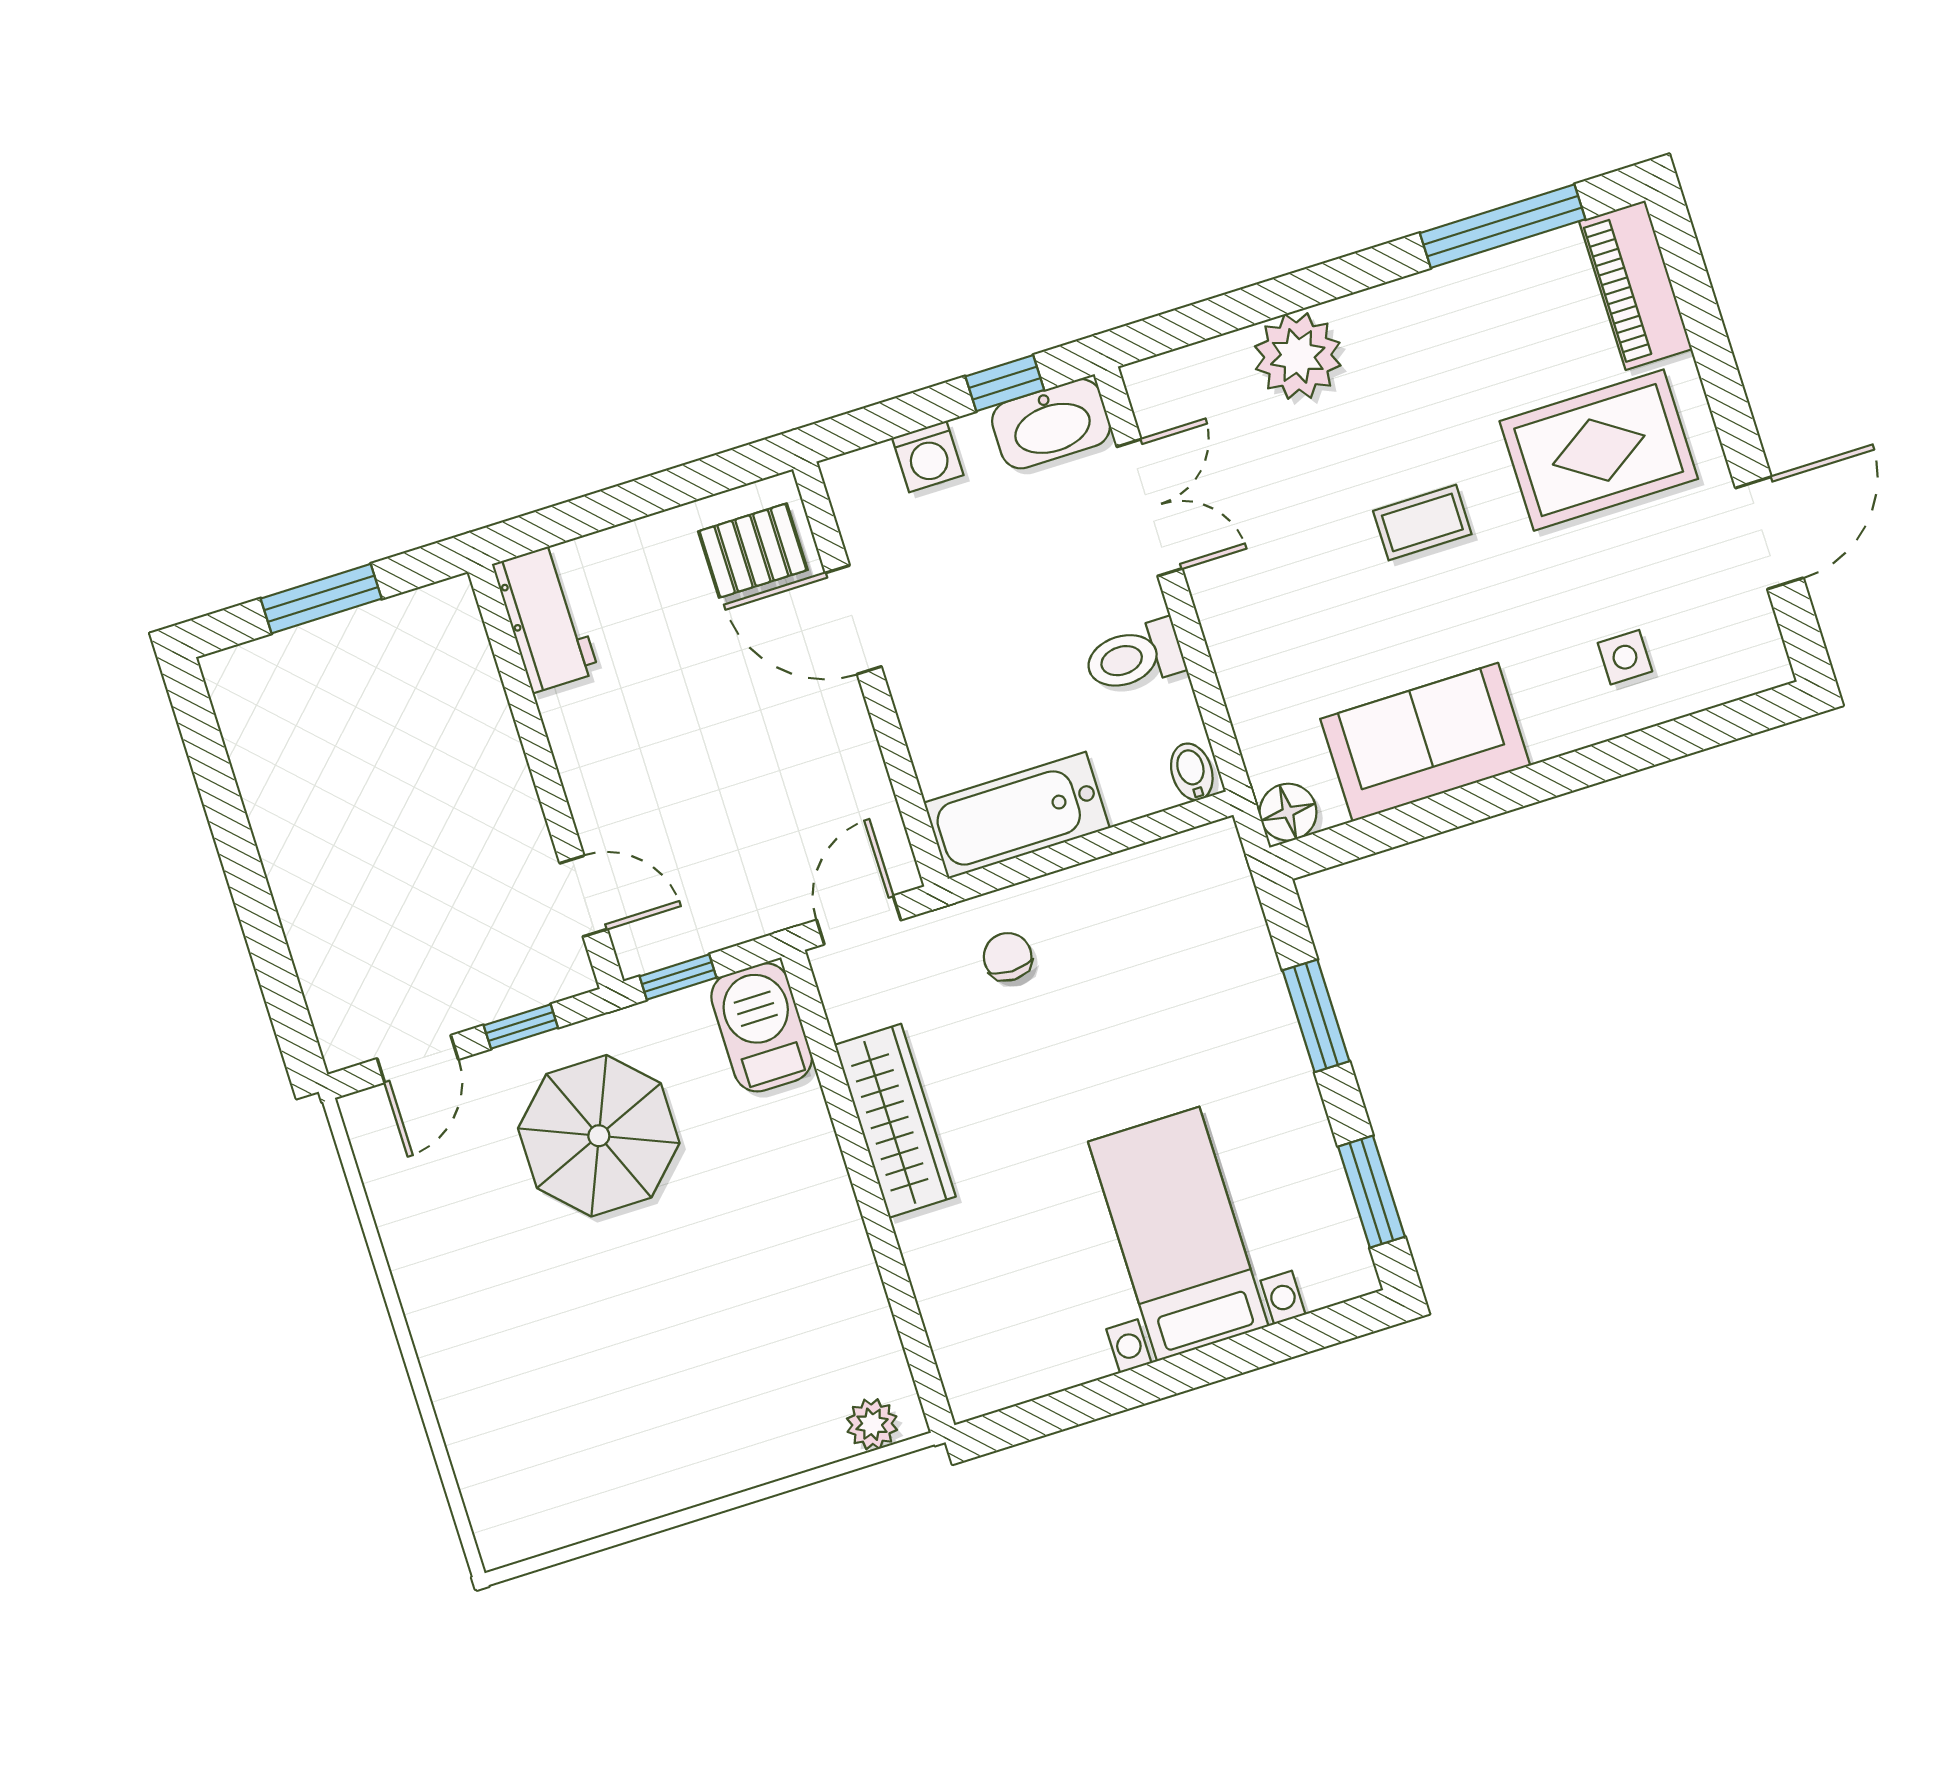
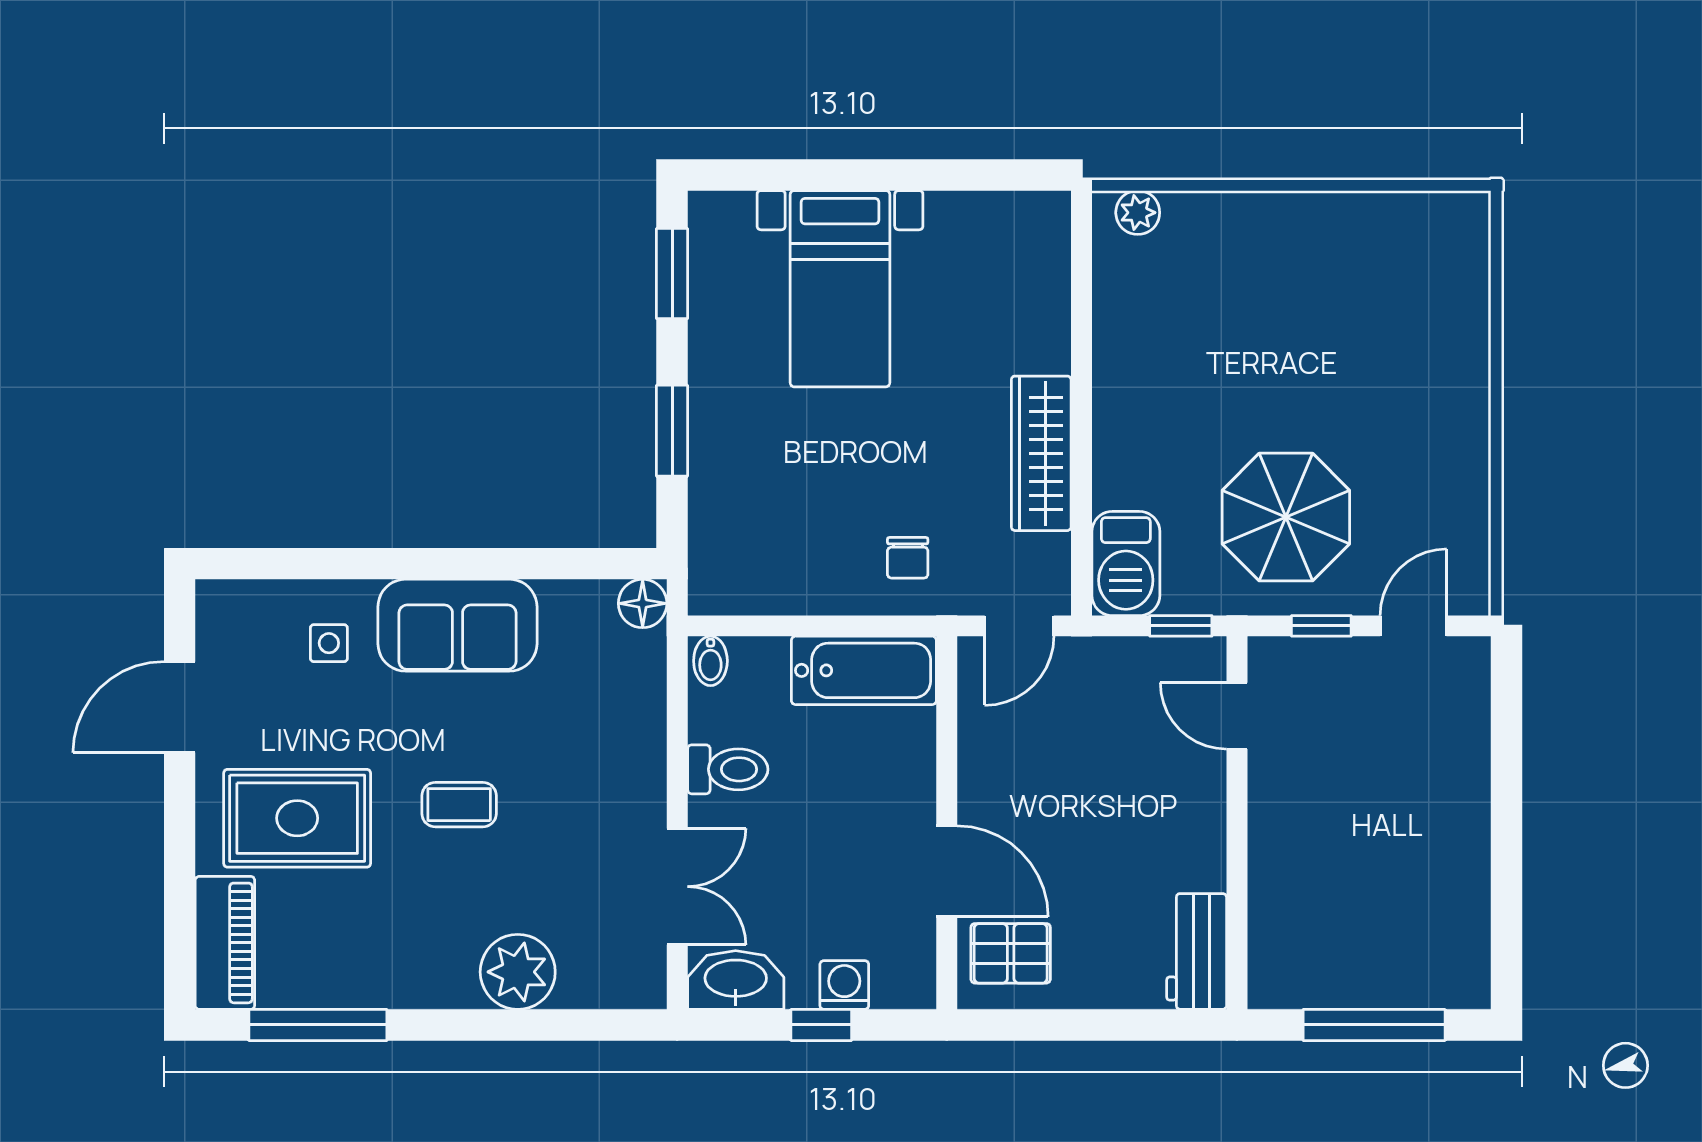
window: (1005, 383) -> (821, 1025), moved
double door: (1149, 508) -> (677, 887), swing flipped
window: (321, 599) -> (1374, 1025), width x1.44
sofa: (1425, 742) -> (457, 625), moved

